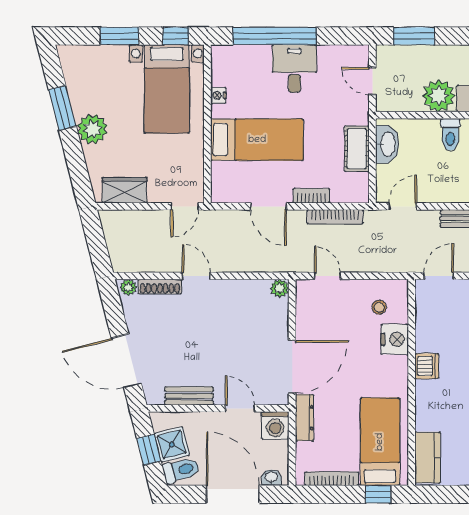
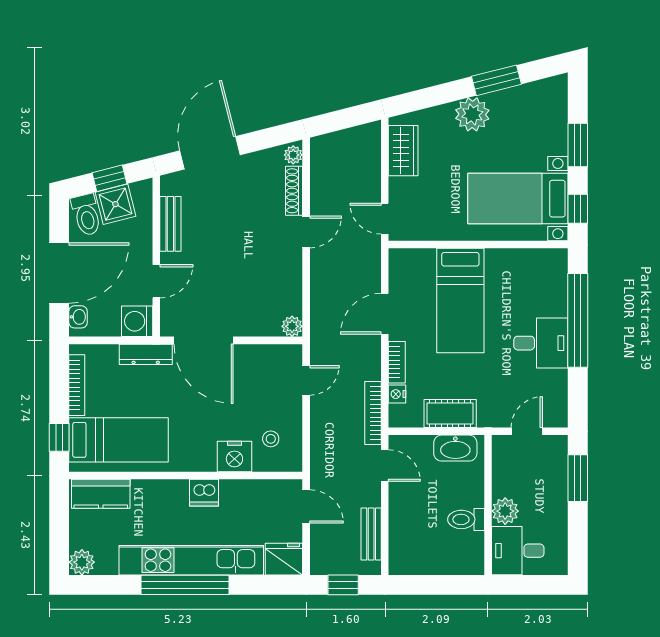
nightstand: (218, 95) -> (397, 394), moved, turned -90
plant: (439, 96) -> (505, 511), width x0.73, depth x0.73
bookcase: (335, 217) -> (373, 413), moved

